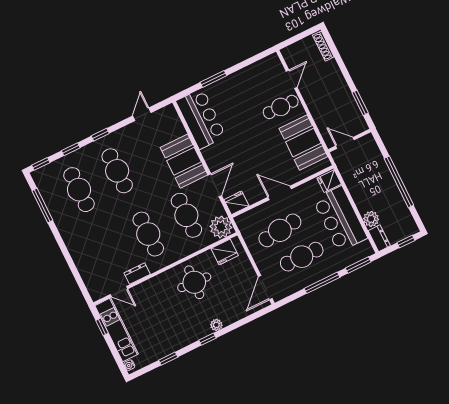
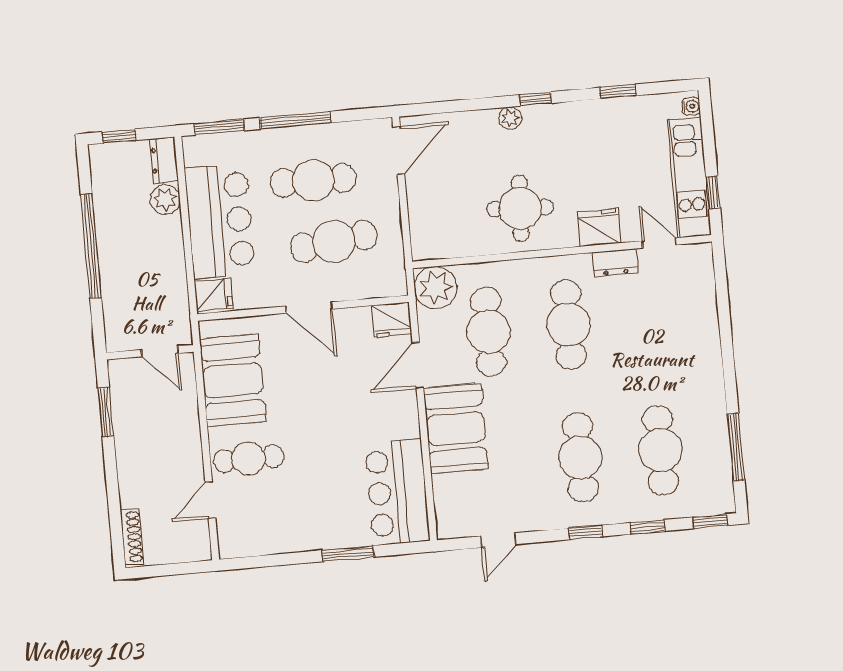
fridge: (225, 252) -> (599, 227), moved

